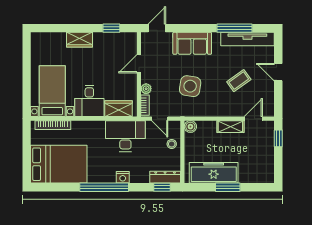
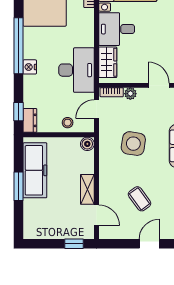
dresser: (165, 177) -> (30, 120), width x0.70

